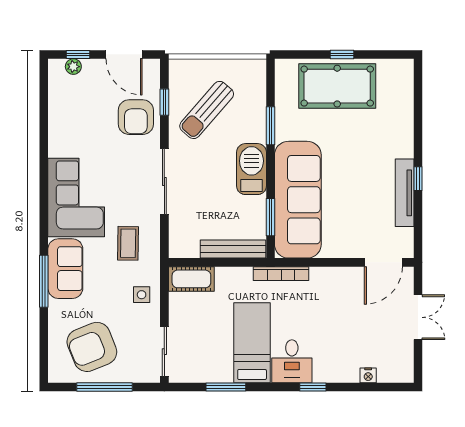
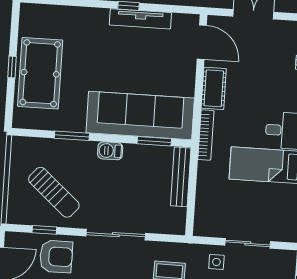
barbecue: (251, 169) -> (110, 151), width x0.53, depth x0.65
cot: (191, 279) -> (214, 88), moved
sliding door: (164, 352) -> (248, 243), moved

